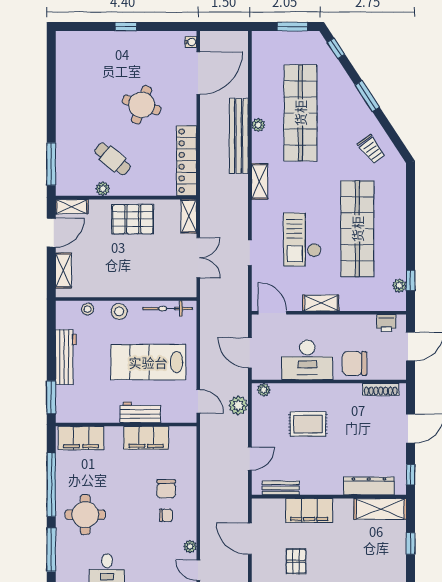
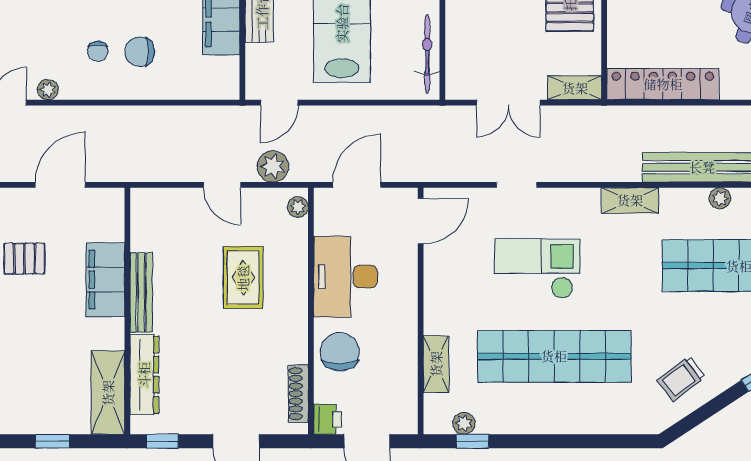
shelving: (321, 303) -> (436, 364), moved
printer: (386, 323) -> (327, 419), moved, turned 180
door: (250, 459) -> (222, 185), moved
bench: (281, 488) -> (141, 292), moved, width x1.36

